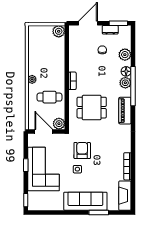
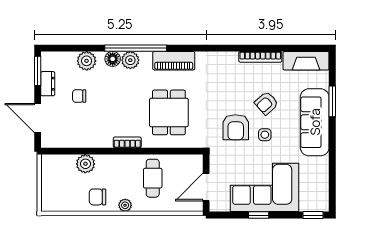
plant: (59, 31) -> (85, 164), moved
chair: (37, 62) -> (97, 197), added
plant: (59, 124) -> (194, 163), removed
armchair: (82, 150) -> (236, 127), turned -90
armchair: (98, 170) -> (266, 103), added

